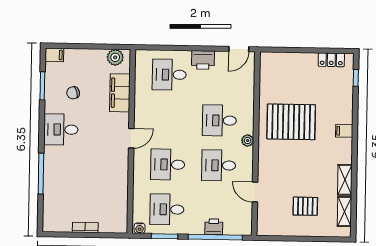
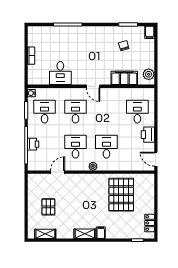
pallet: (291, 122) -> (121, 195), moved
desk: (61, 129) -> (60, 73), moved, turned 180
shelving: (345, 180) -> (85, 234), moved

